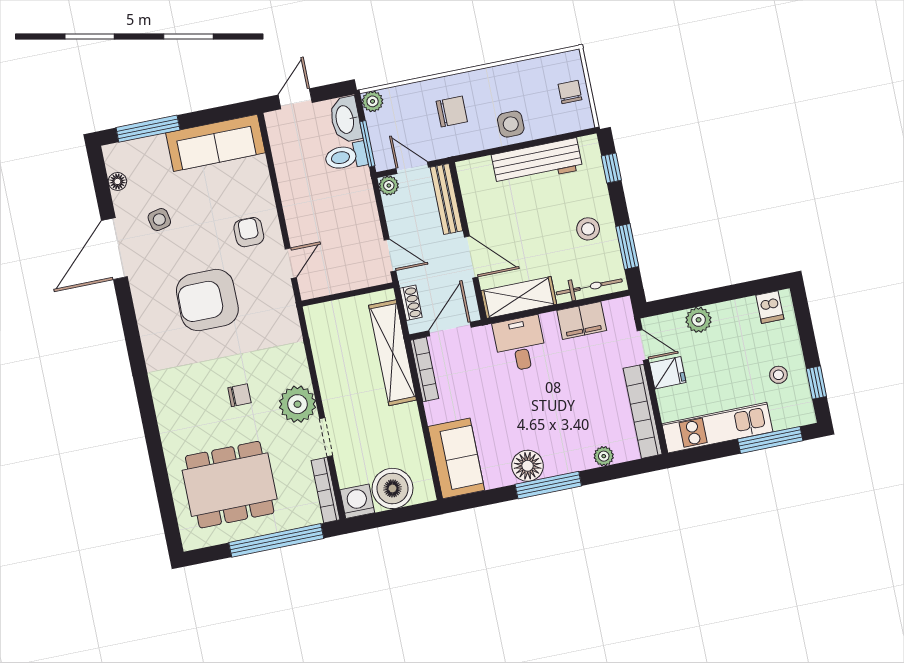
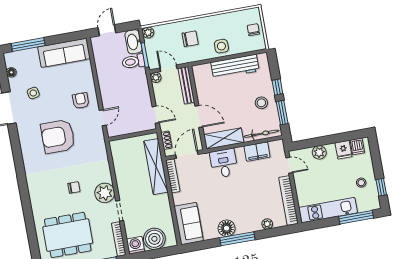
window: (611, 168) -> (277, 87), moved
fridge: (668, 373) -> (344, 150), moved, turned 90

